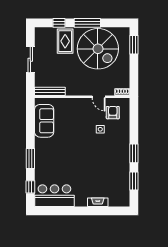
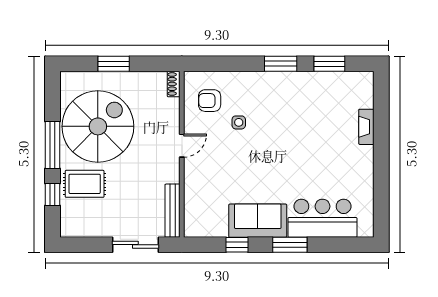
window: (134, 45) -> (114, 64), moved
sliding door: (30, 60) -> (135, 245), moved
door: (99, 97) -> (182, 146), moved
sofa: (44, 121) -> (258, 221), moved
window: (30, 187) -> (237, 245), moved
bar counter: (54, 196) -> (322, 218), moved, turned 90

